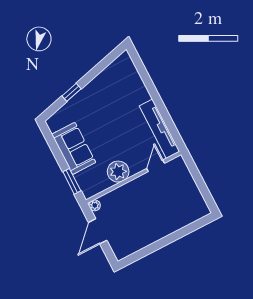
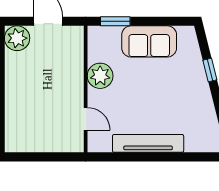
tv unit: (159, 129) -> (148, 143), moved
plant: (95, 205) -> (17, 38), moved, width x1.88, depth x1.88

